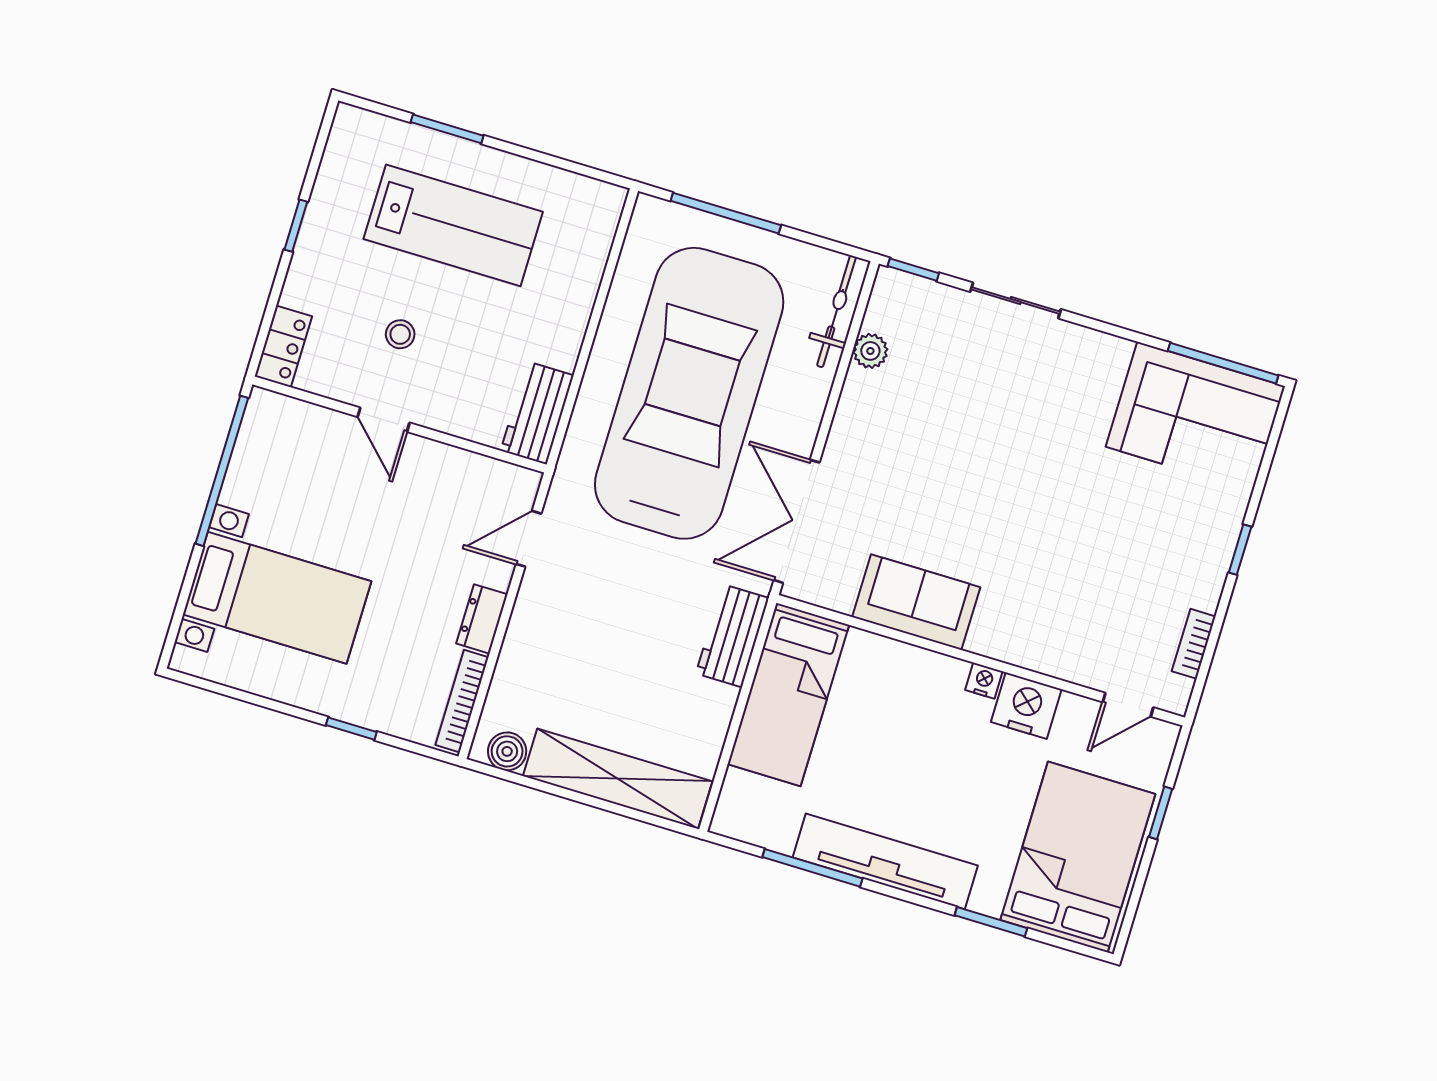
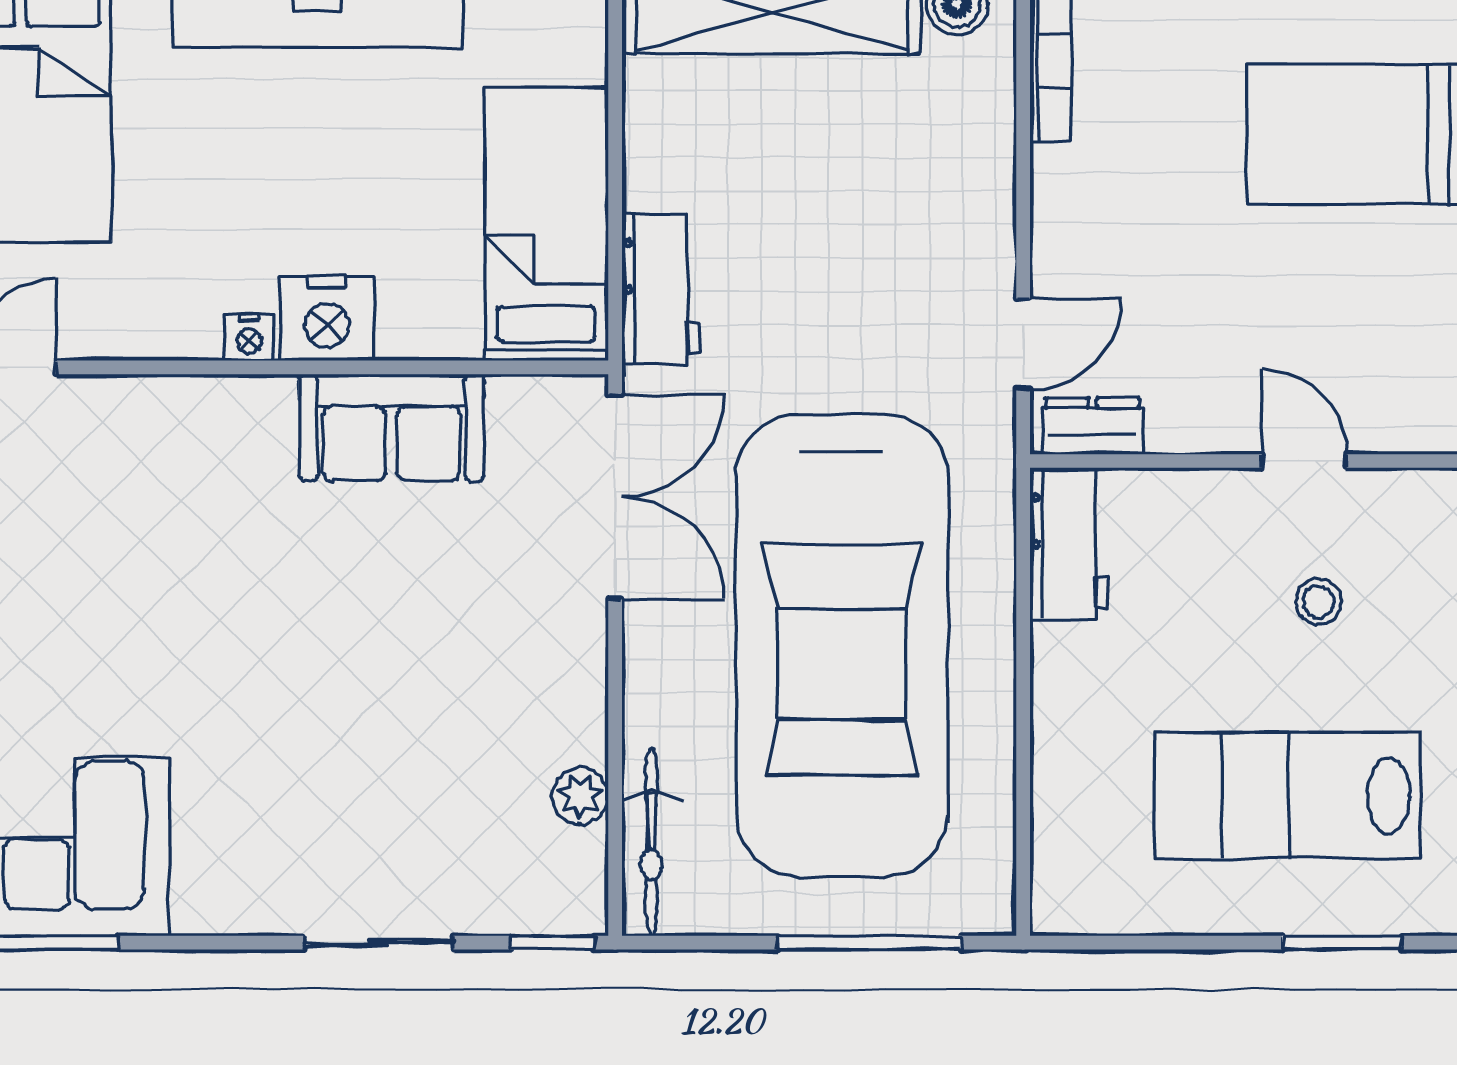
dresser: (482, 619) -> (1092, 426), moved, turned -90
nightstand: (1026, 706) -> (327, 318), moved

